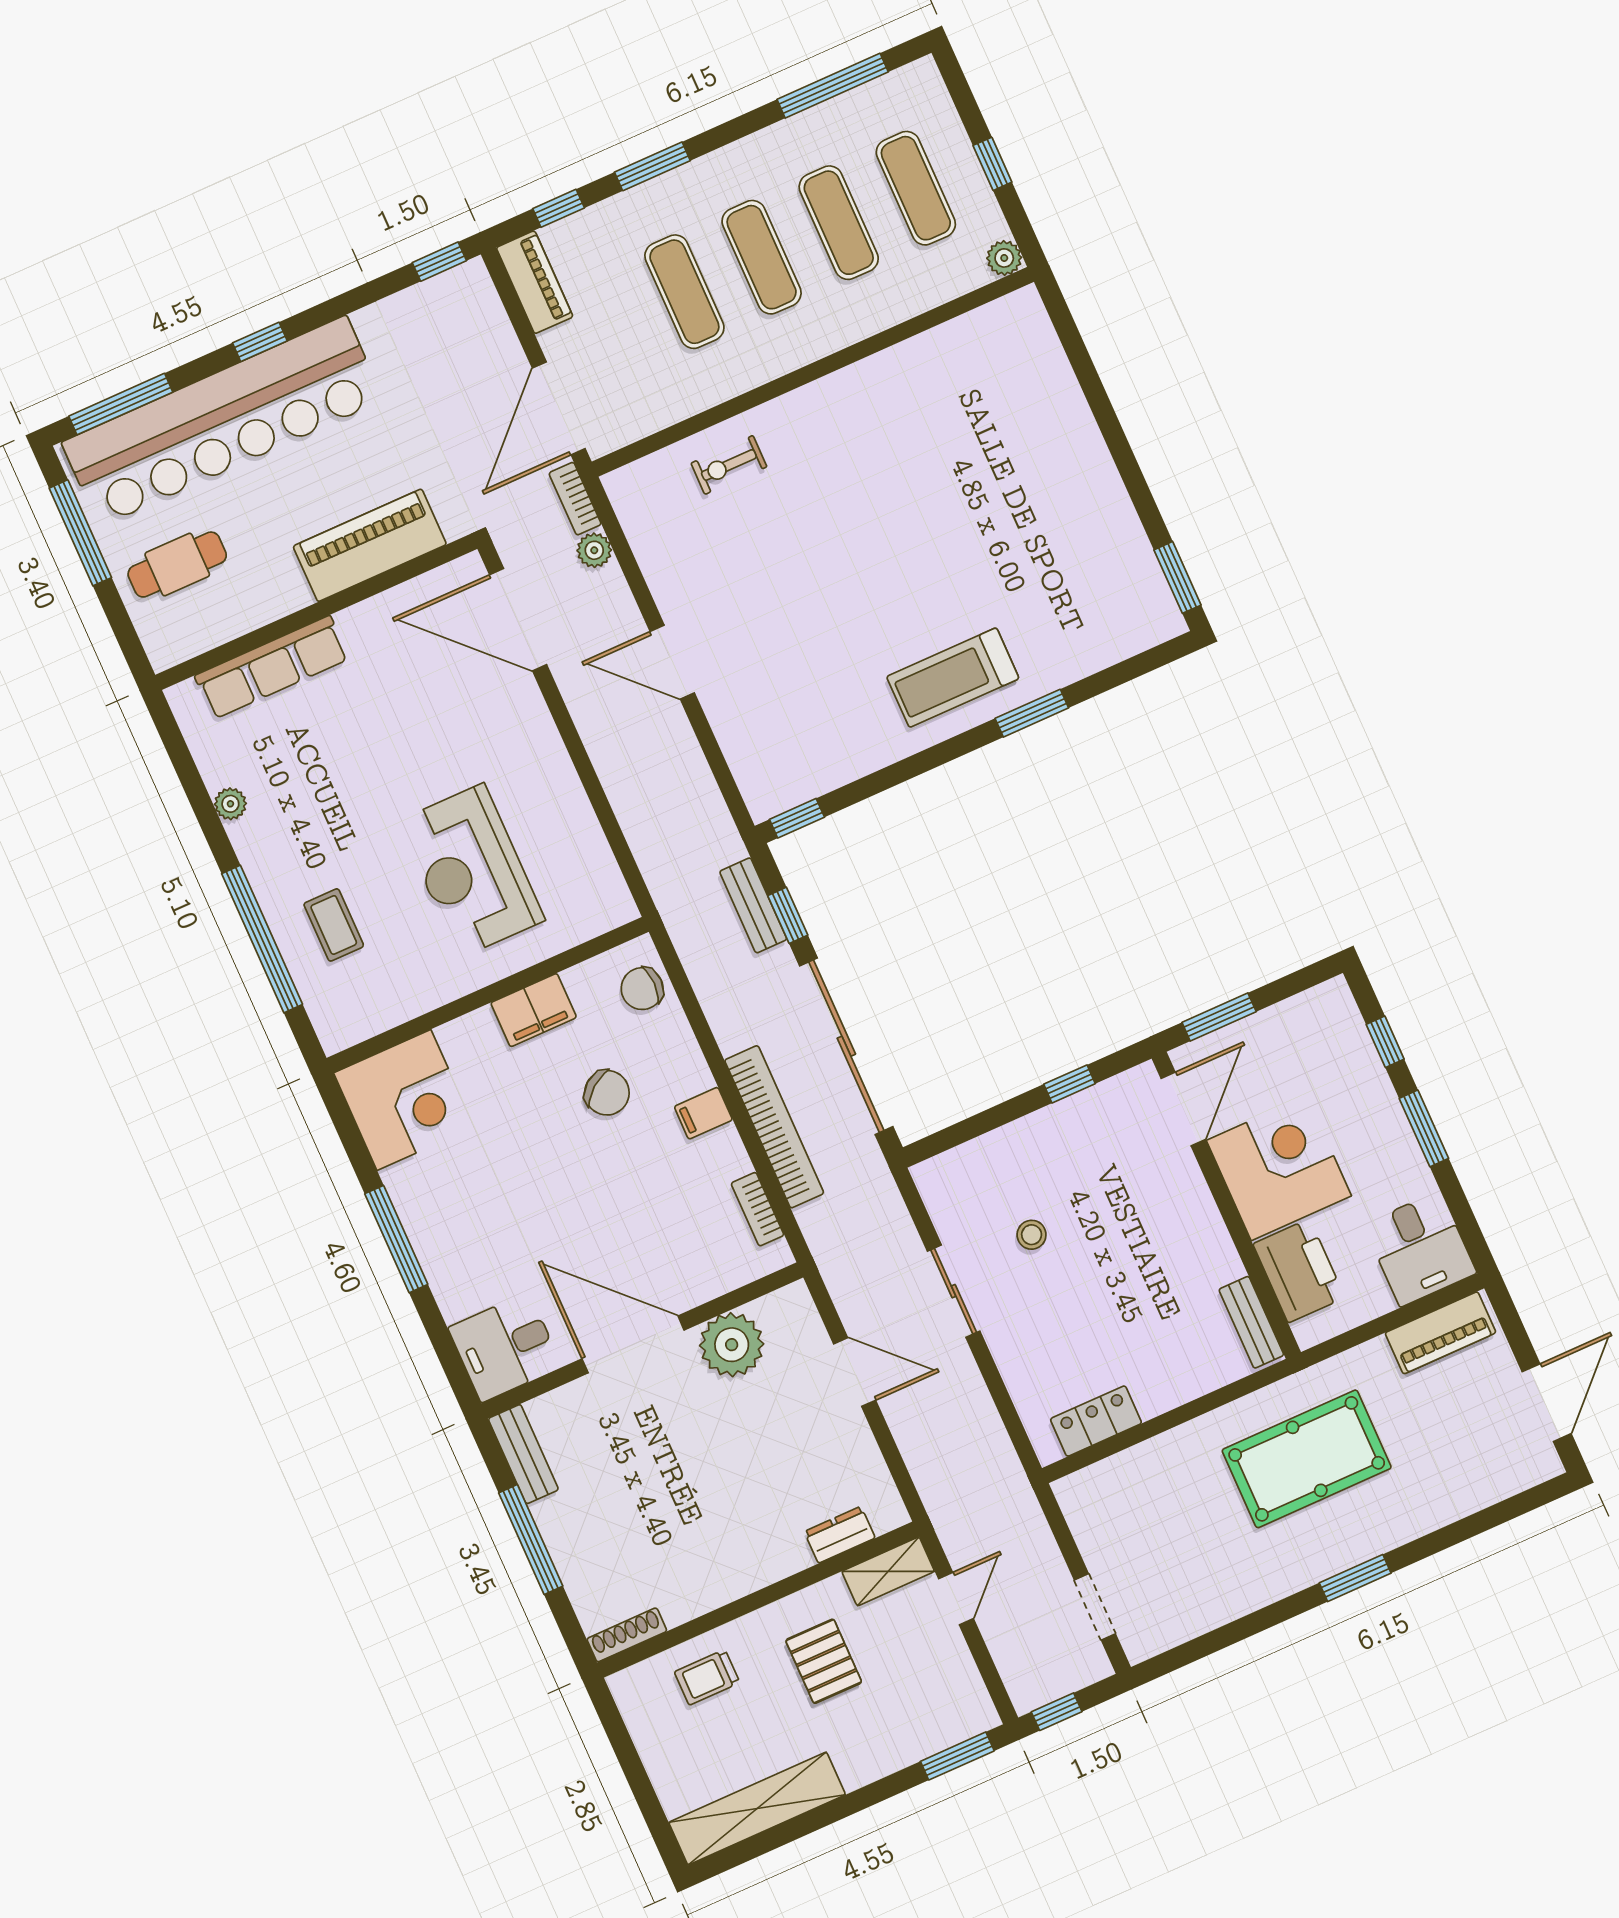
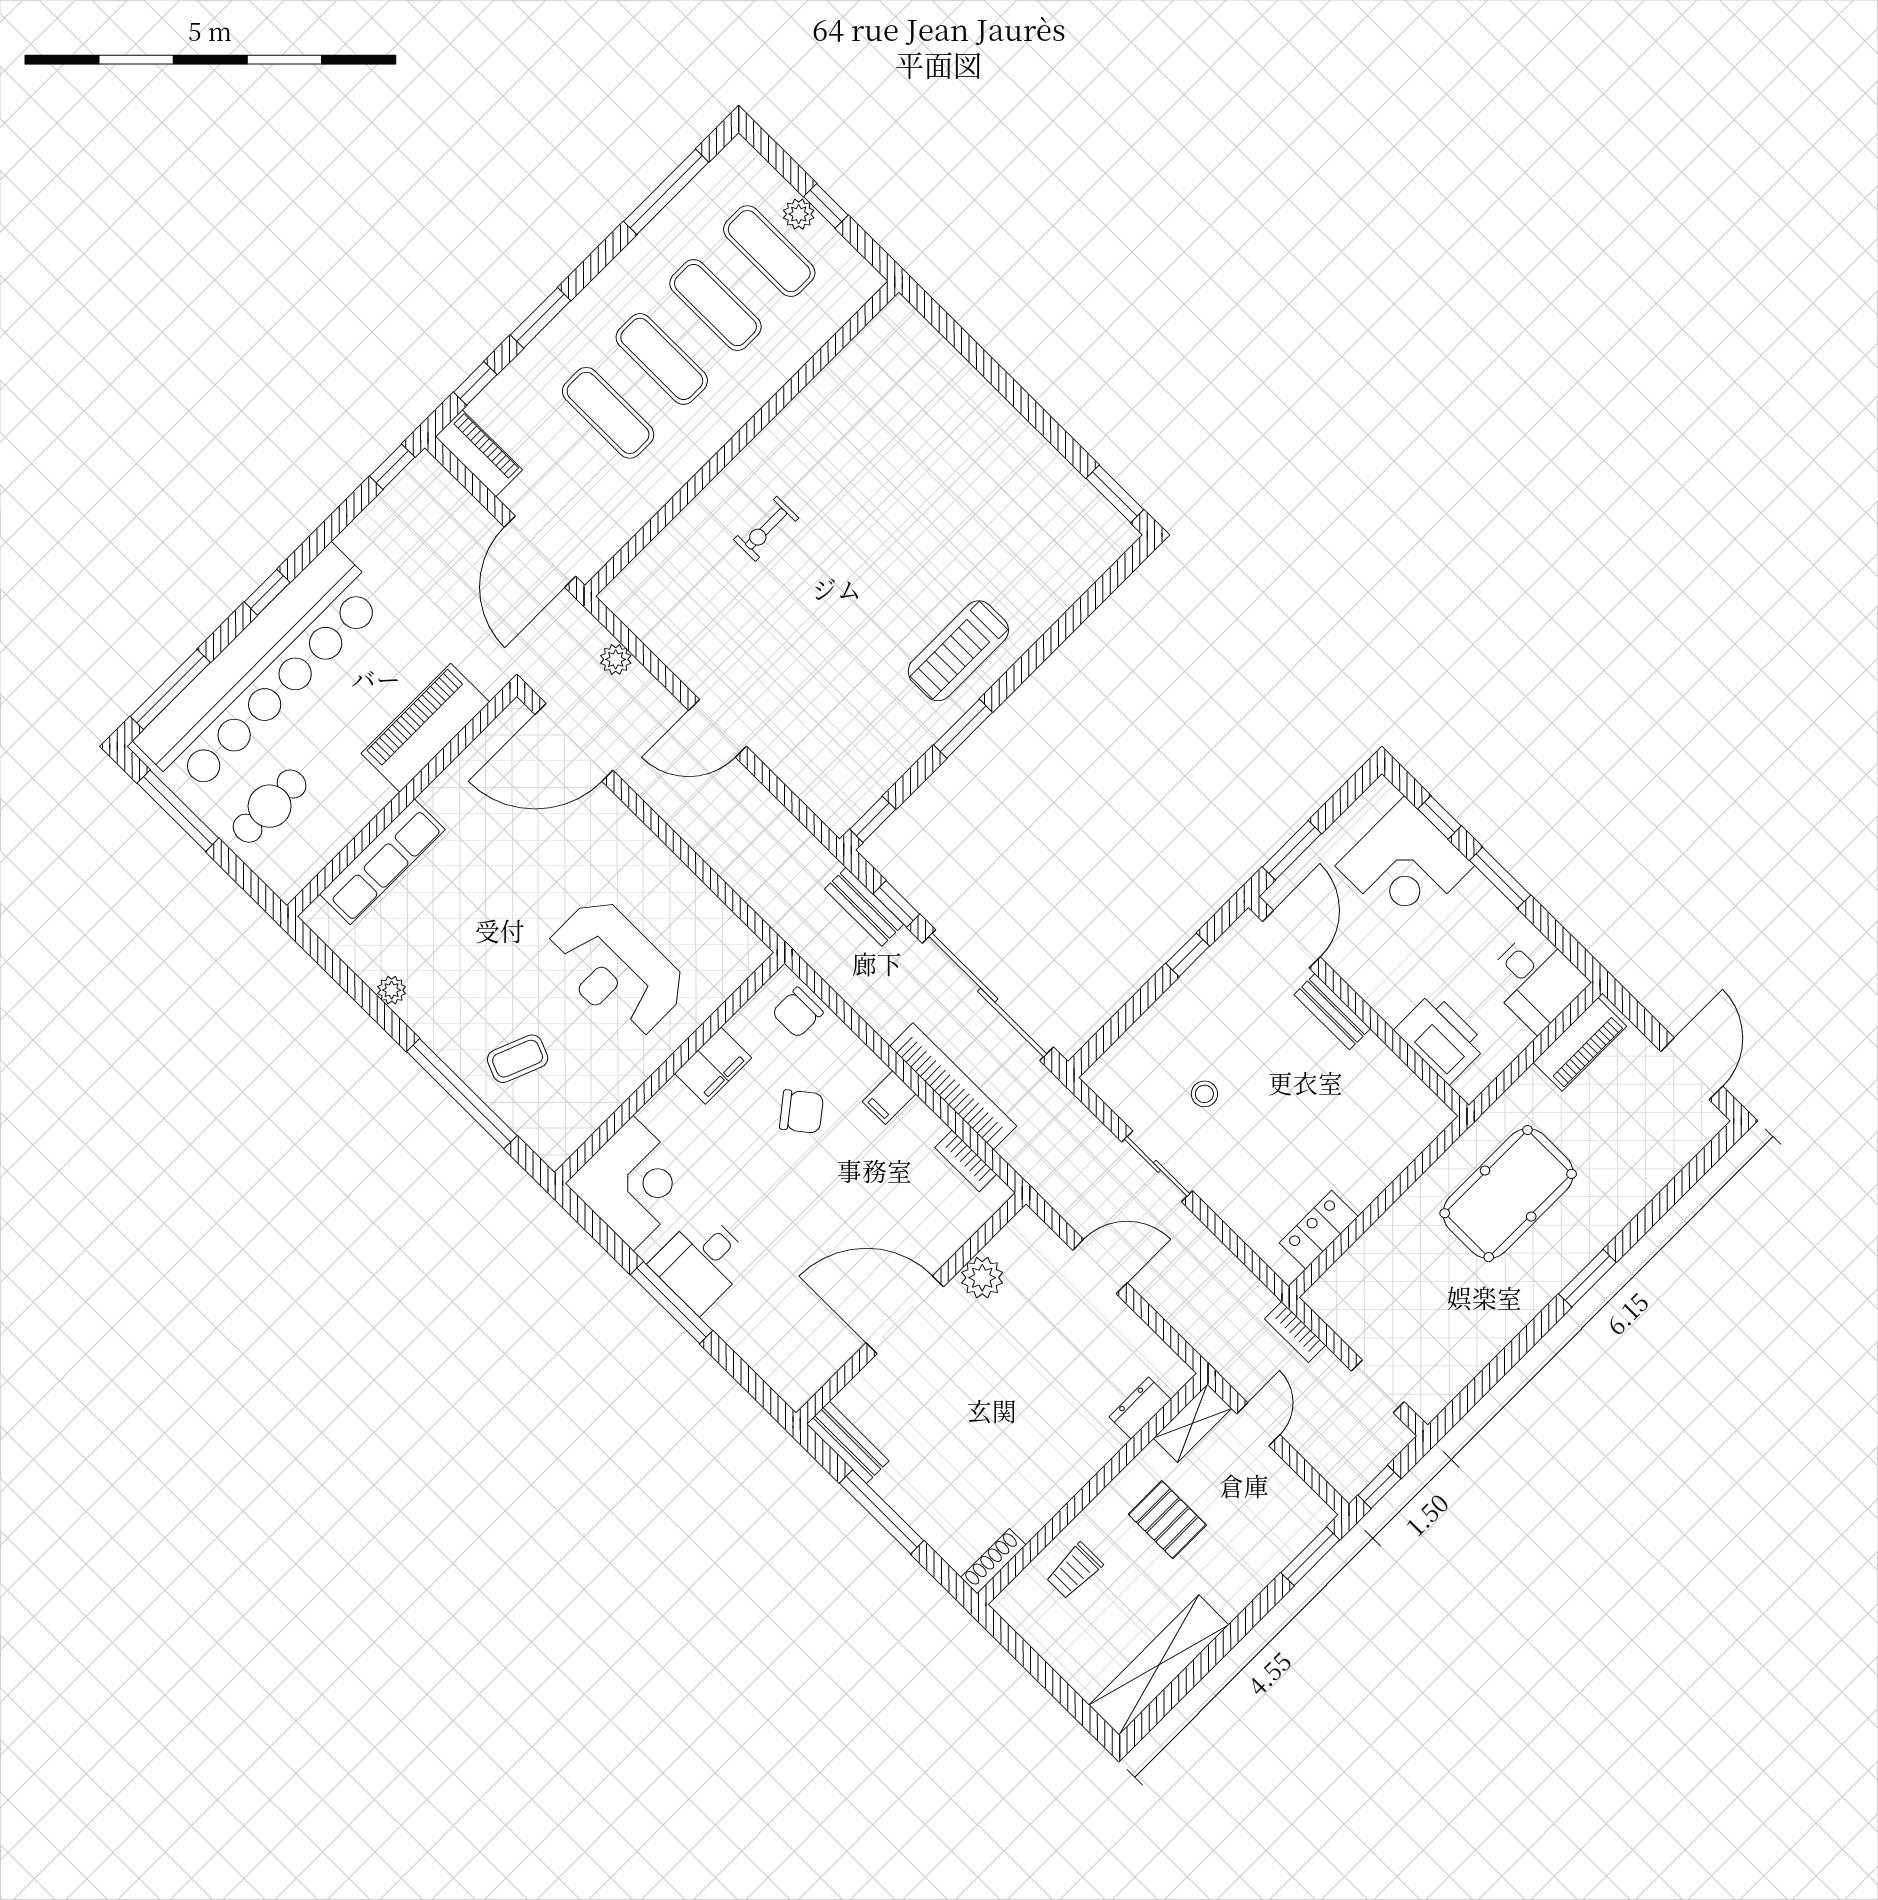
plant: (1004, 258) -> (799, 214), moved
exercise bike: (729, 465) -> (766, 529), moved
bookcase: (575, 499) -> (1295, 1332), moved
window: (1032, 713) -> (963, 729), moved
coffee table: (334, 925) -> (518, 1059), turned -68
corner desk: (1279, 1168) -> (1405, 866), moved, turned 180
bench: (1251, 1322) -> (1332, 1012), moved
plant: (732, 1345) -> (982, 1278), width x0.73, depth x0.73
desk: (505, 1347) -> (701, 1262), moved

